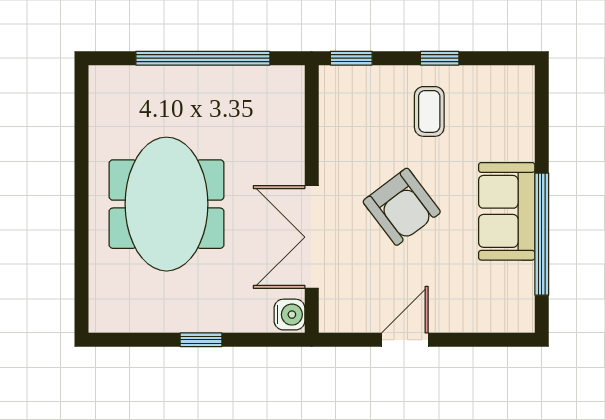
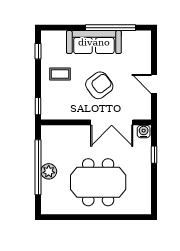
window: (440, 58) -> (38, 51), moved
plant: (193, 84) -> (49, 171), added
sofa: (507, 211) -> (94, 42), width x1.36
window: (201, 340) -> (154, 155), moved

